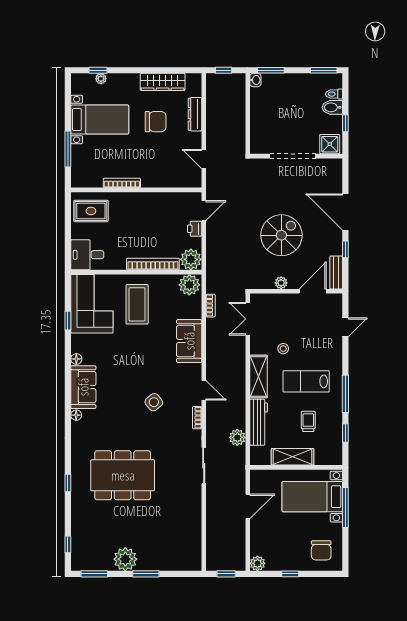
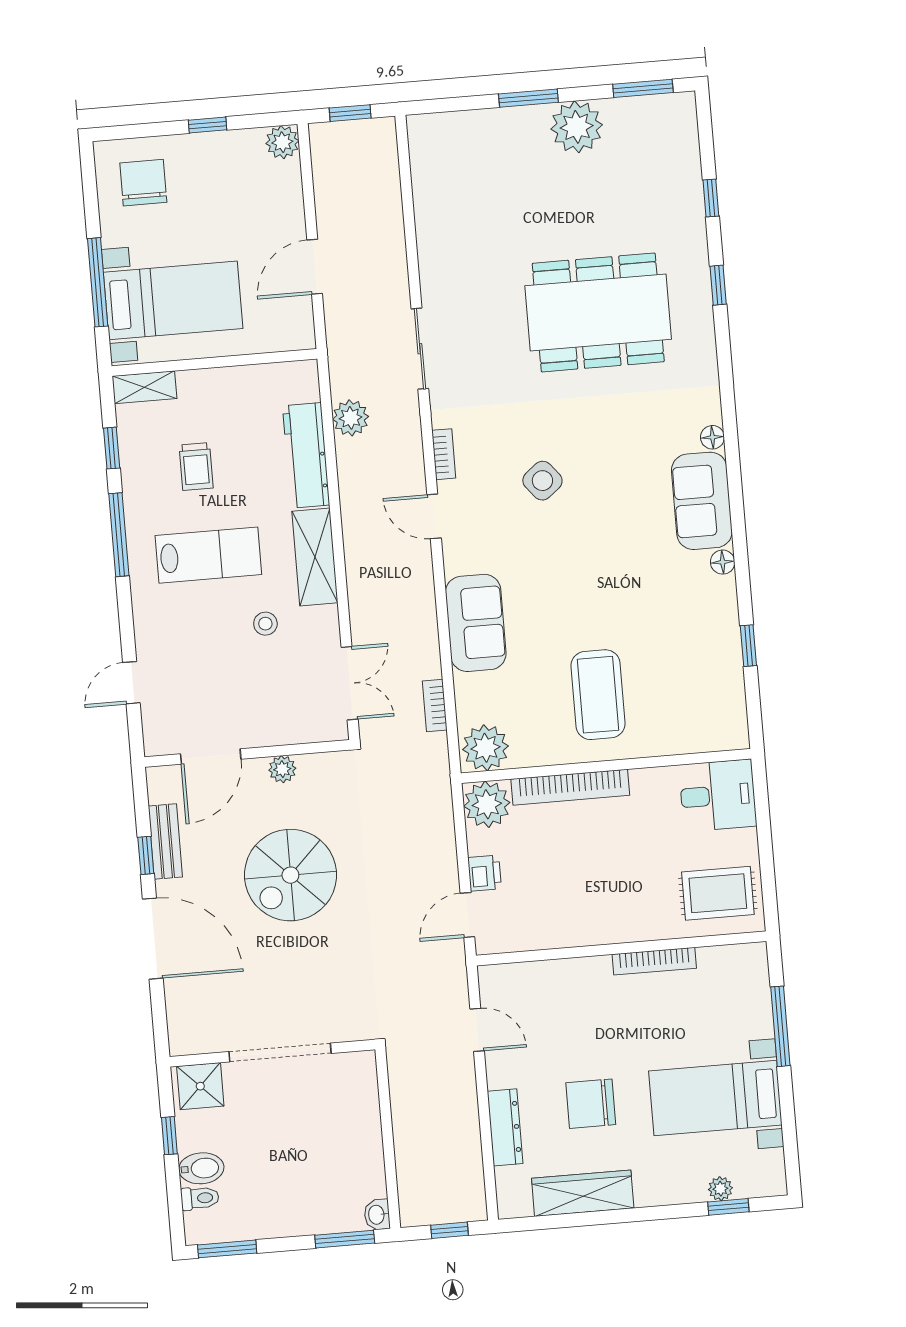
bench: (336, 272) -> (165, 841), moved
corner sofa: (92, 304) -> (698, 687), removed
shelving: (293, 457) -> (144, 387), moved, width x0.67, depth x0.75
window: (68, 544) -> (711, 198), moved

